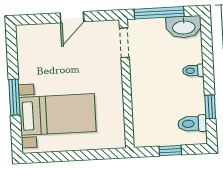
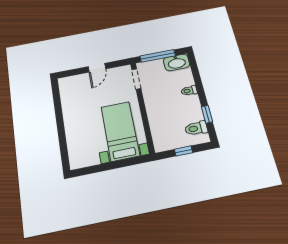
window: (14, 97) -> (61, 129), removed
bed with nightstands: (58, 114) -> (120, 131), moved, turned -90

